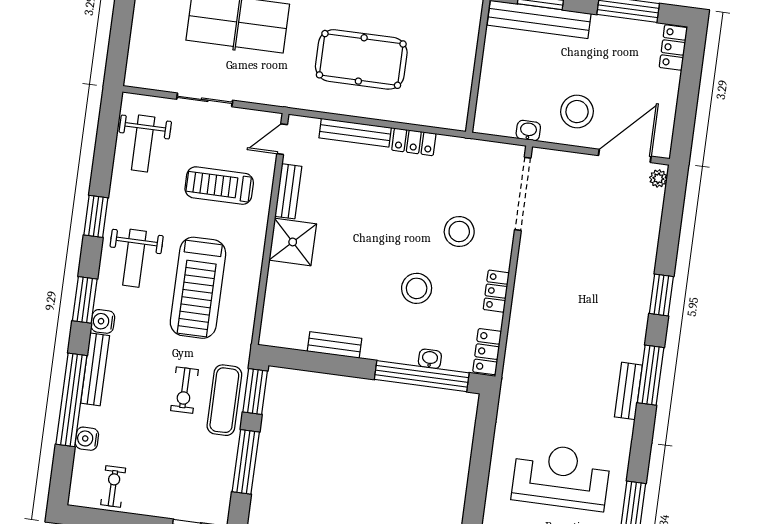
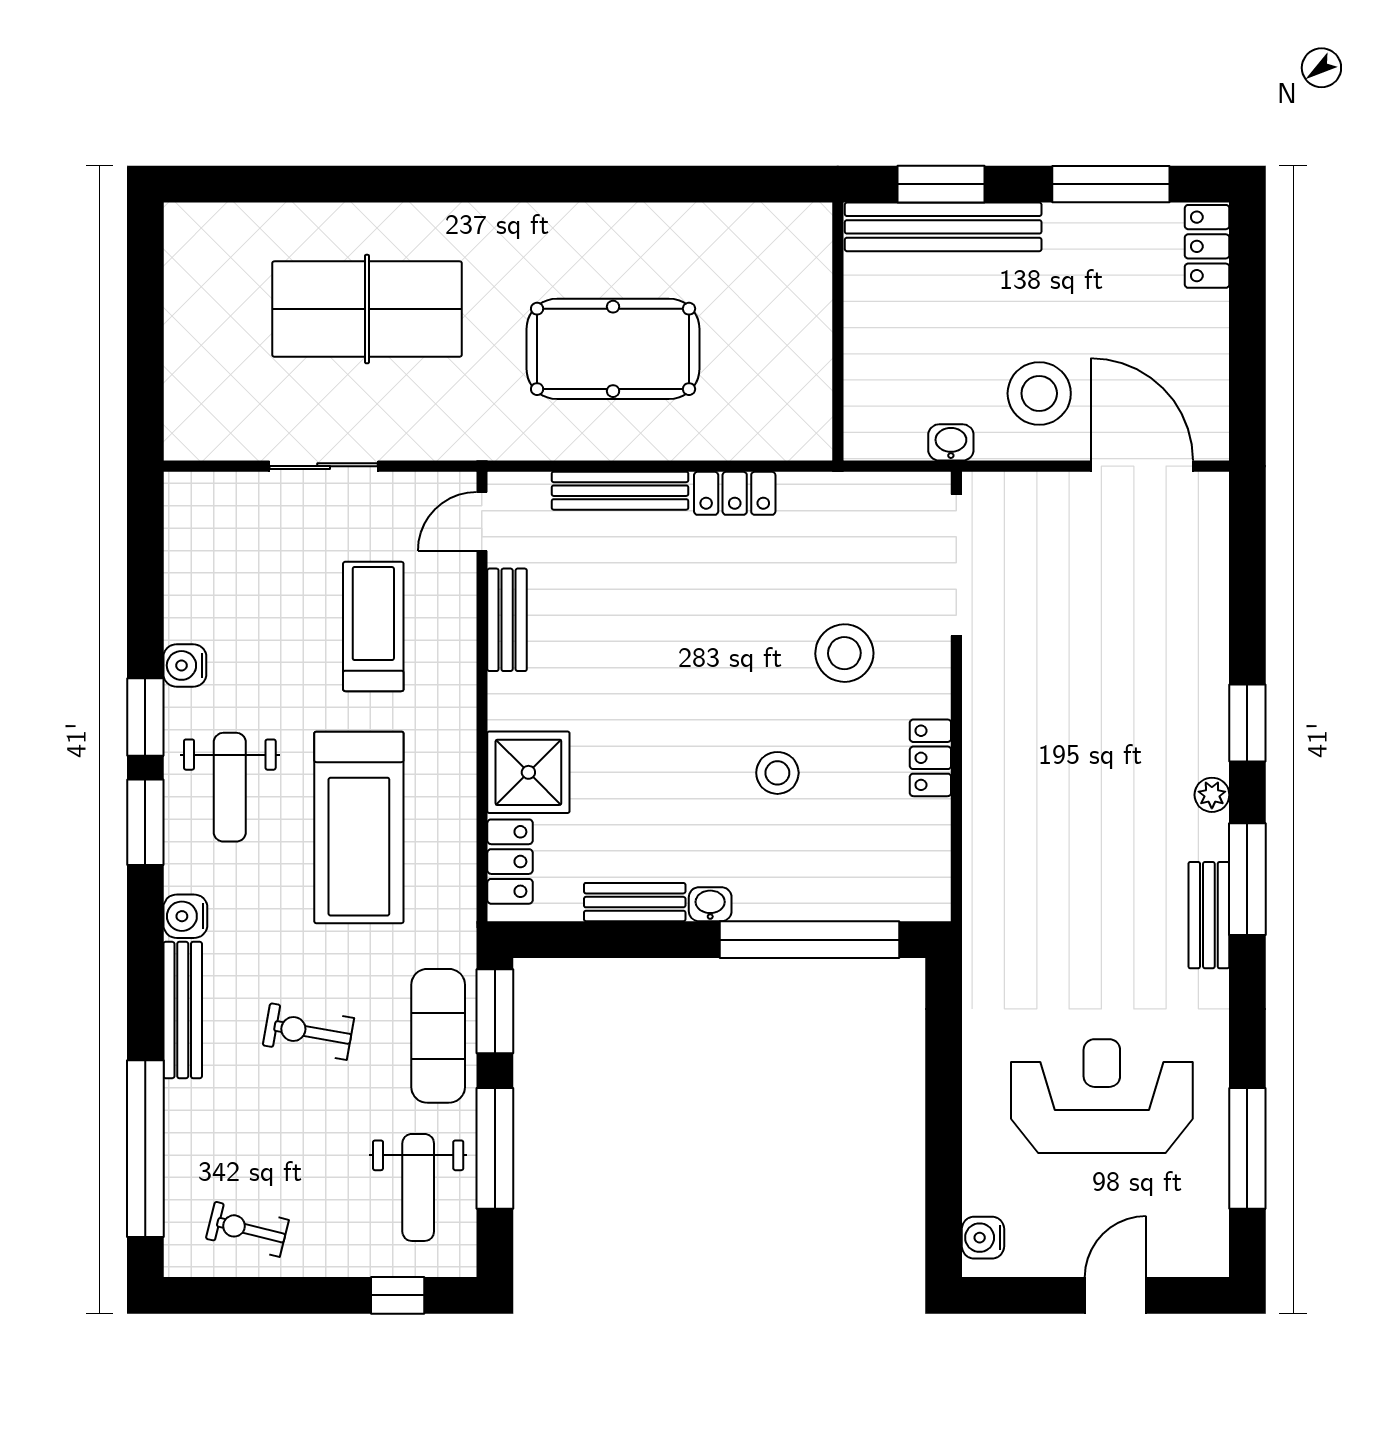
weight bench: (143, 143) -> (418, 1187), moved
door: (625, 156) -> (1142, 466), hinge flipped
plant: (658, 178) -> (1212, 795), moved
treadmill: (219, 186) -> (373, 626), turned 90
shower: (293, 242) -> (528, 772), moved
stool: (417, 288) -> (777, 773), width x0.73, depth x0.73
window: (85, 300) -> (145, 822), moved
locker: (487, 352) -> (510, 862), moved, turned 180
washbasin: (430, 359) -> (710, 904), moved
exercise bike: (184, 390) -> (308, 1032), moved, turned 100
window: (71, 400) -> (145, 1149), moved
water cooler: (87, 439) -> (185, 665), moved
exercise bike: (113, 486) -> (247, 1229), turned -76

